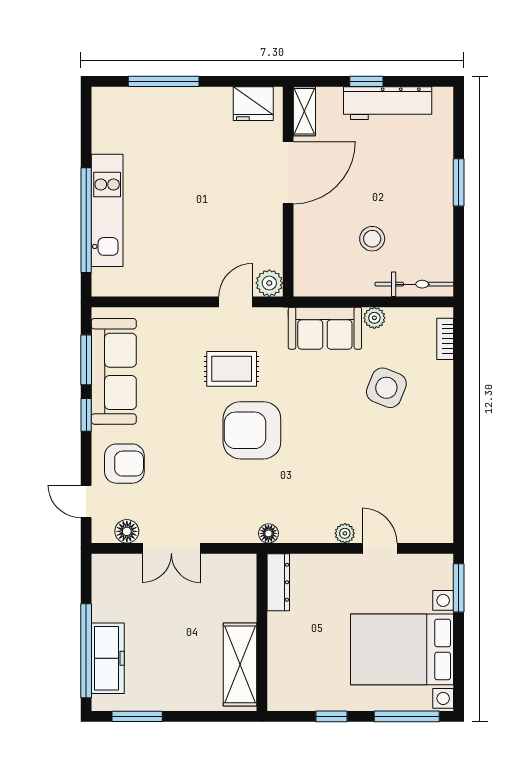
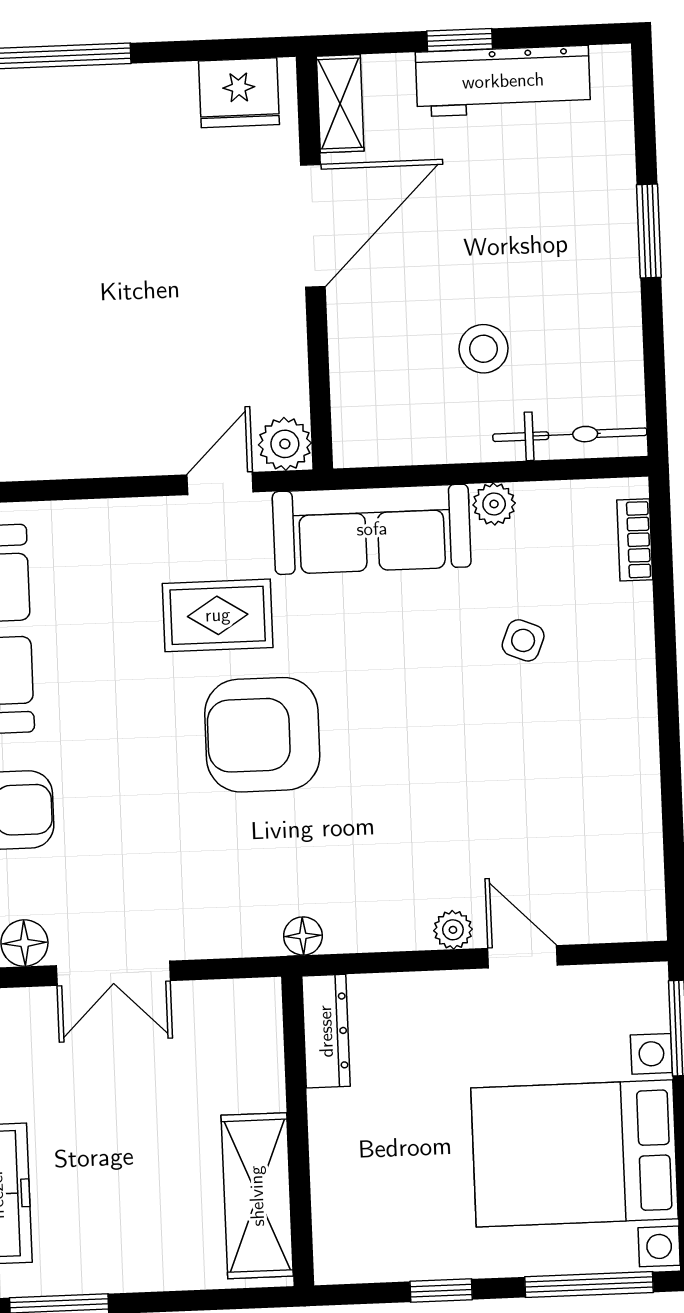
sofa: (325, 328) -> (372, 529), width x1.36
side table: (386, 388) -> (523, 640), width x0.54, depth x0.54

